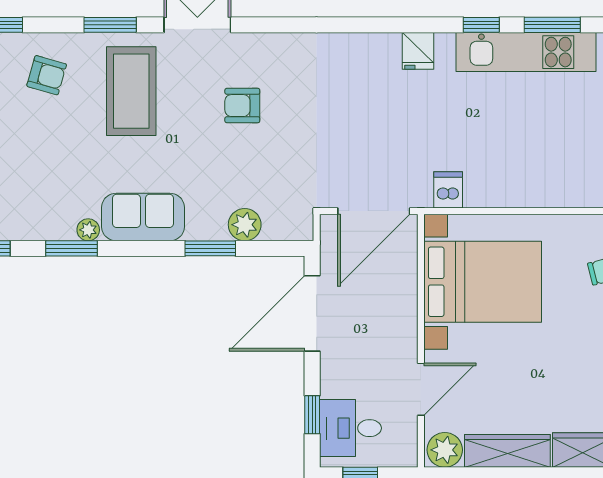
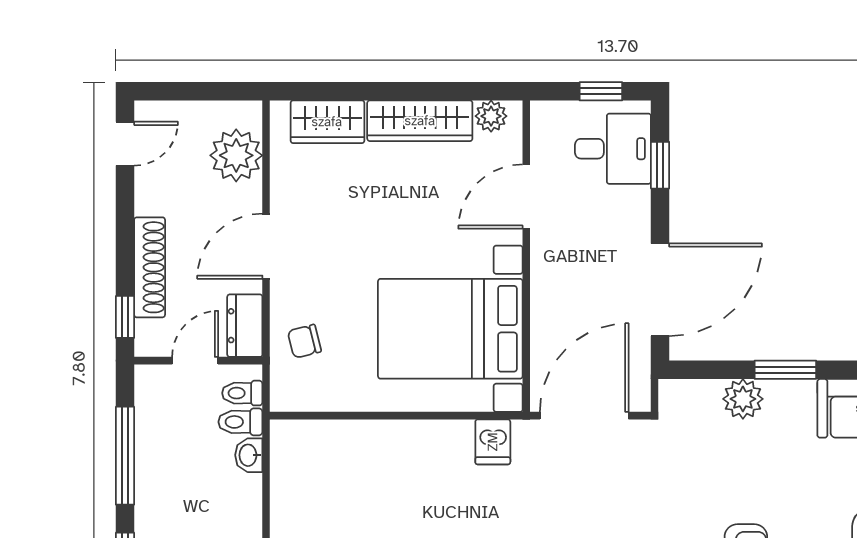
plant: (445, 450) -> (491, 116), width x0.73, depth x0.73

